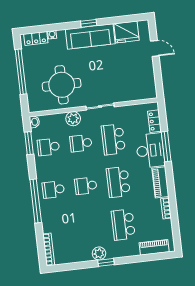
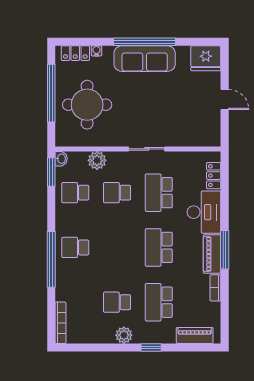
window: (89, 23) -> (144, 42), width x3.17
fridge: (127, 32) -> (206, 58), moved
door: (155, 48) -> (225, 99), moved
round table: (62, 85) -> (87, 105), moved
plant: (73, 119) -> (97, 160), moved
window: (29, 143) -> (51, 172), moved
window: (166, 147) -> (225, 250), moved
school desk: (86, 186) -> (117, 302), moved
window: (106, 262) -> (151, 348), moved

